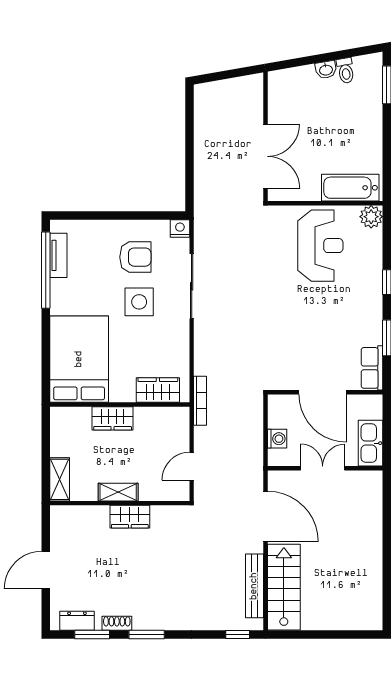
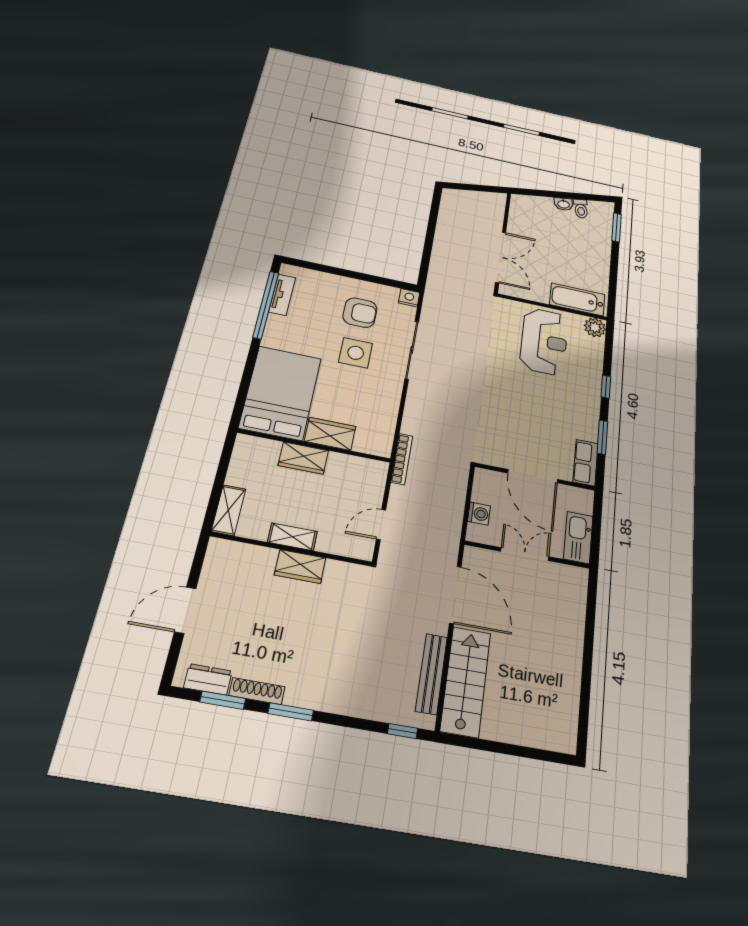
wardrobe: (158, 390) -> (330, 434), moved
shoe rack: (117, 623) -> (257, 691), width x1.43

